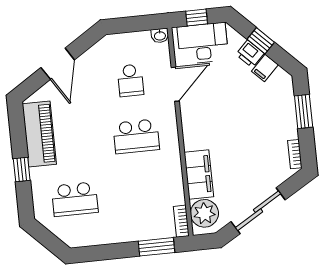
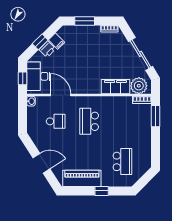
school desk: (136, 136) -> (89, 121), turned 180

